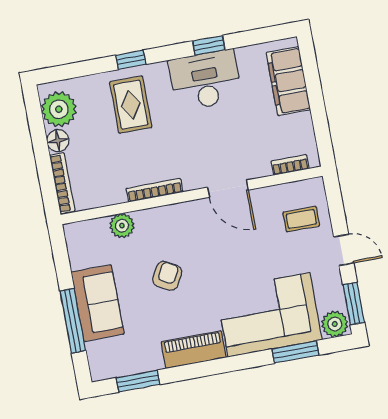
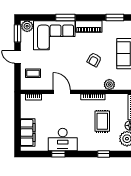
window: (131, 60) -> (104, 154), moved
rug: (131, 105) -> (102, 121), moved
window: (295, 352) -> (65, 18), moved

